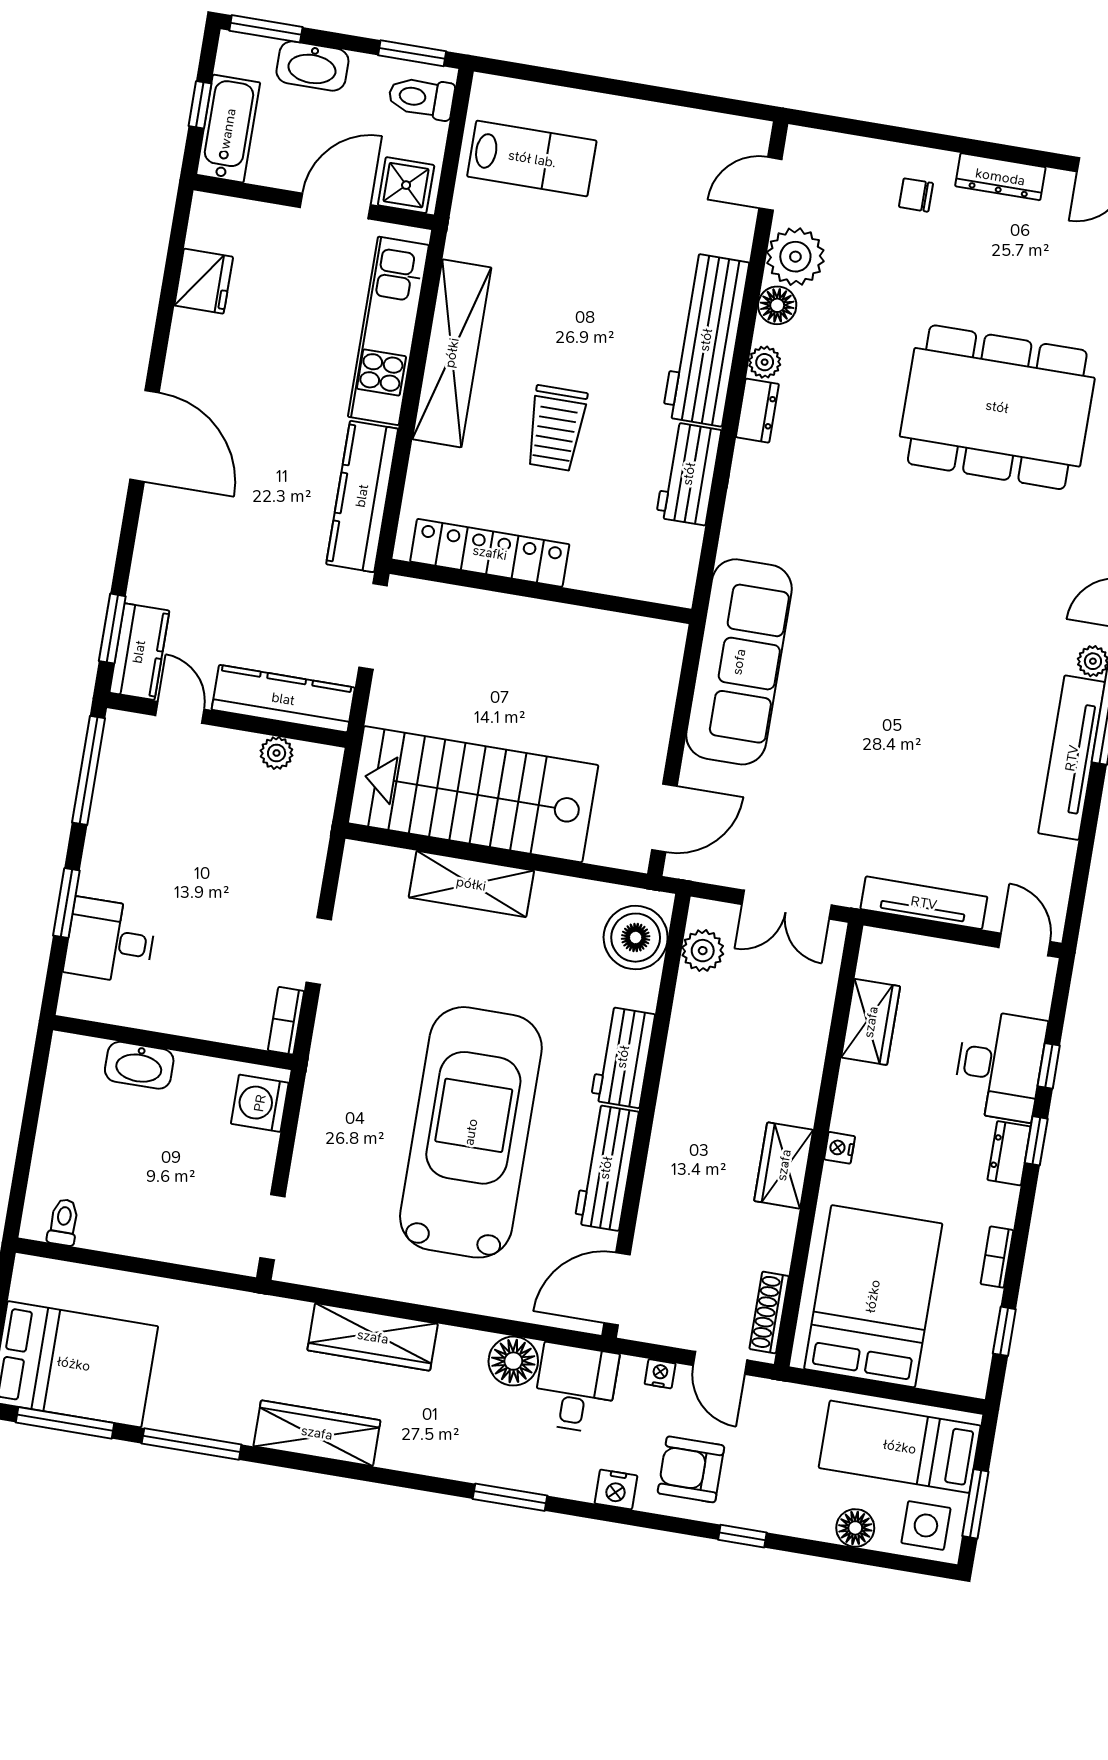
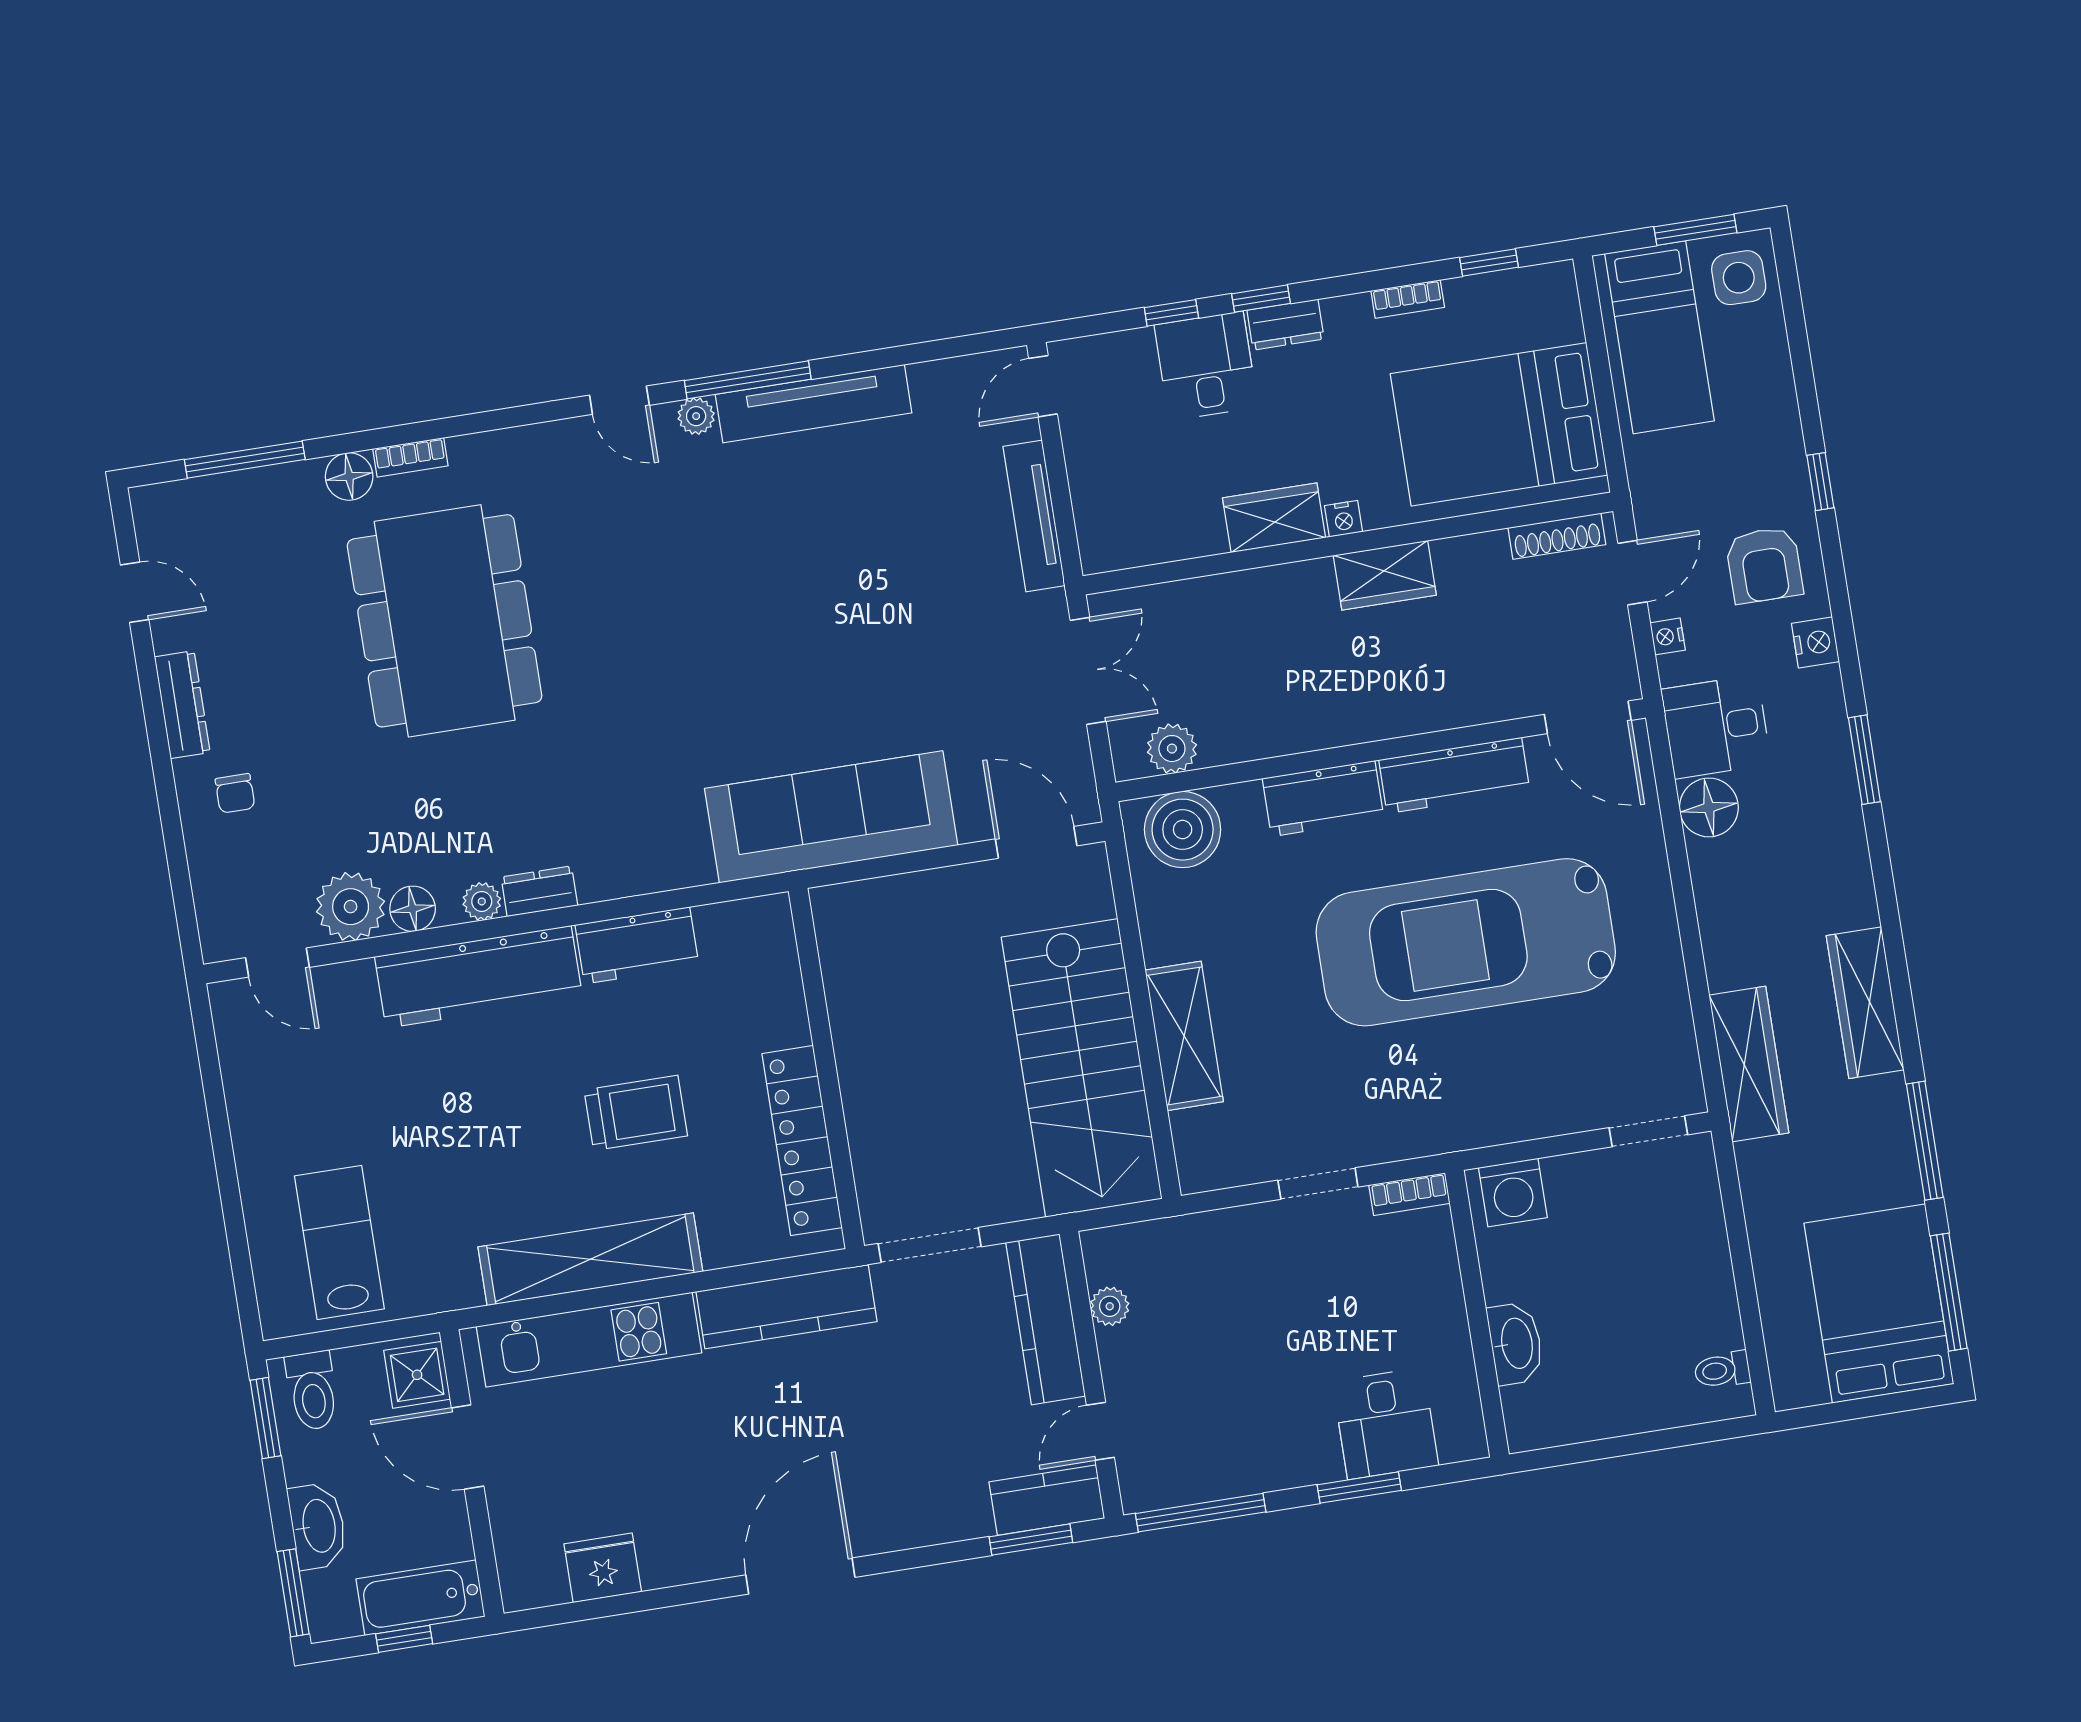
wardrobe: (871, 1022) -> (1274, 518), moved
desk: (1000, 1065) -> (1206, 366), width x0.73
wardrobe: (373, 1337) -> (1749, 1064), moved
floor lamp: (855, 1528) -> (1768, 357), removed

